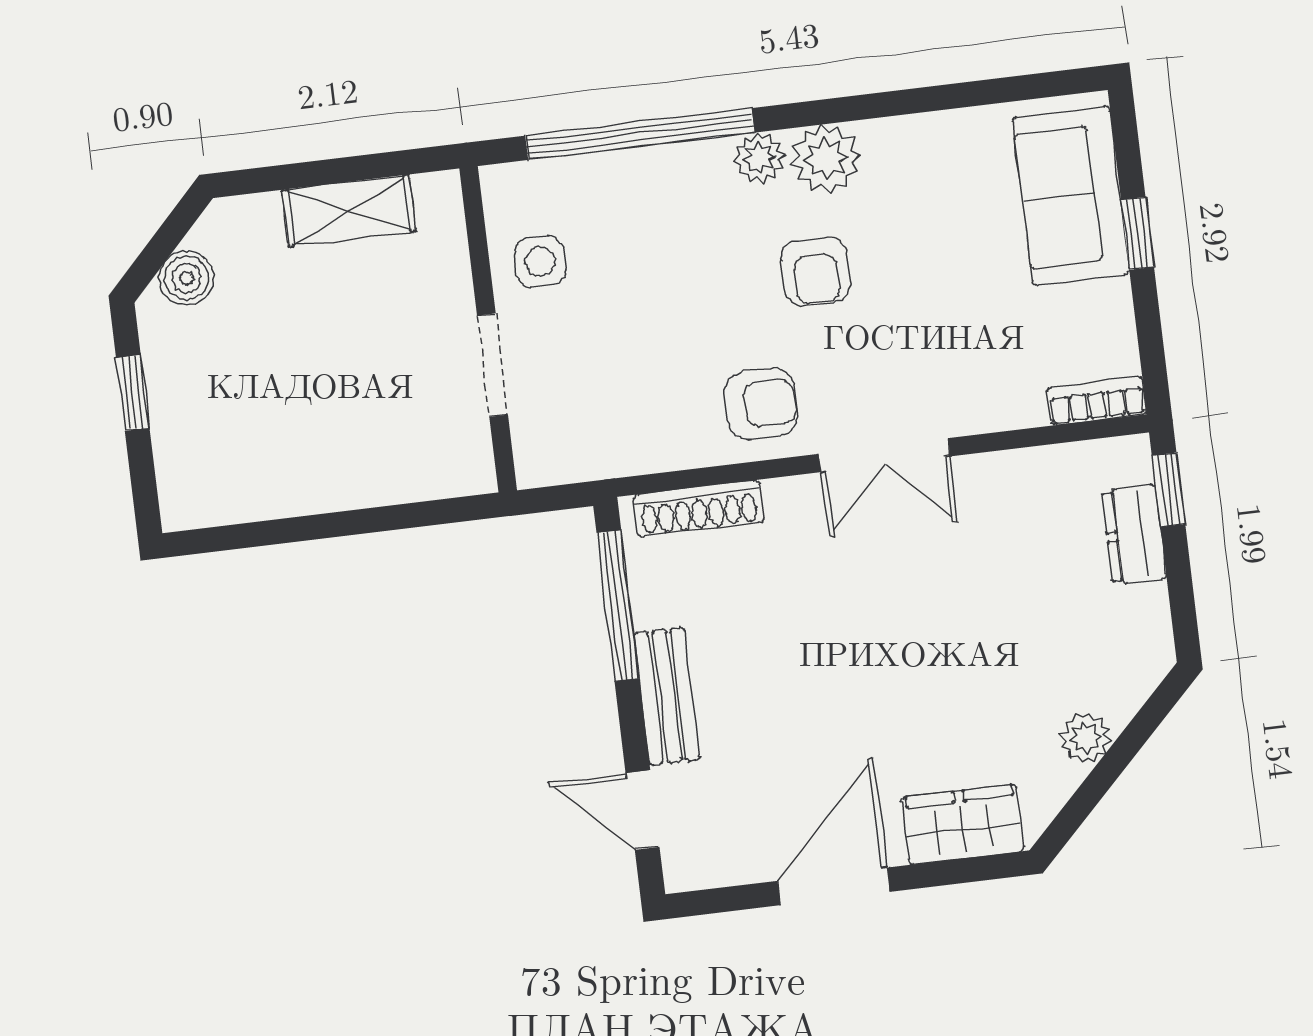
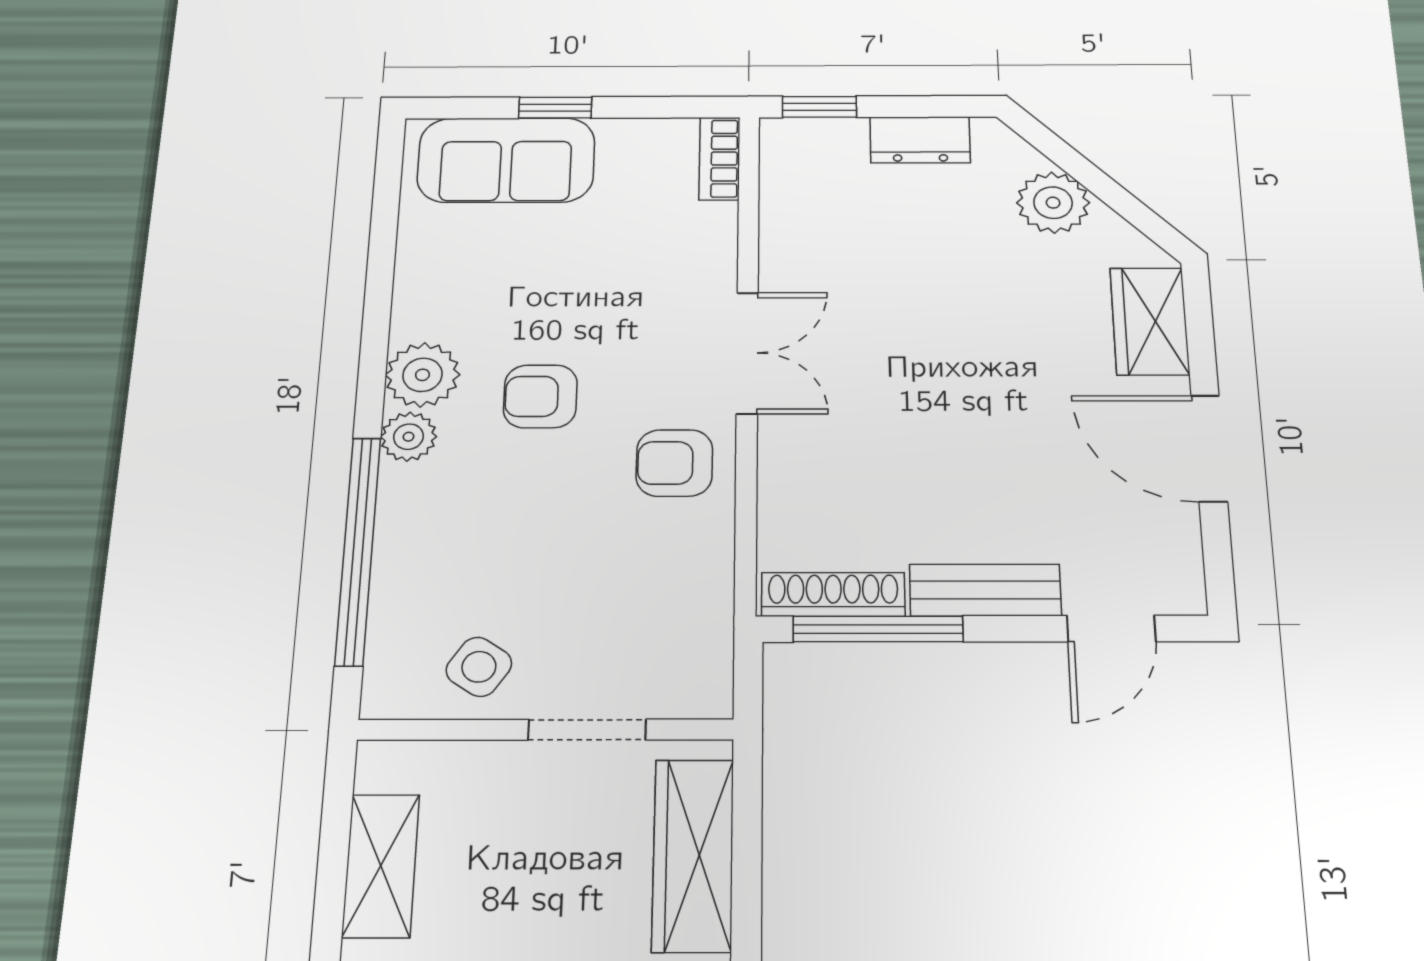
side table: (540, 262) -> (479, 667), turned 34
armchair: (816, 271) -> (540, 396), turned 180
armchair: (761, 404) -> (674, 463), turned -90
wardrobe: (390, 472) -> (693, 855), added
shoe rack: (699, 509) -> (833, 594), moved, turned -90
dresser: (1134, 534) -> (920, 140), moved
plant: (1085, 738) -> (1053, 203), width x1.38, depth x1.38

